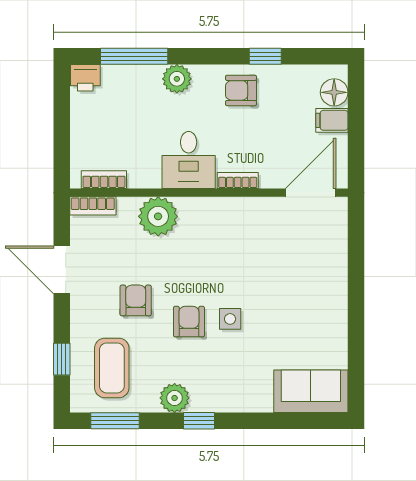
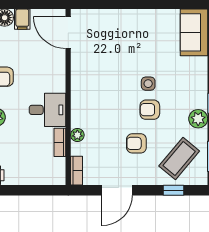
bookcase: (104, 180) -> (60, 142), moved
bookcase: (238, 180) -> (60, 79), removed
plant: (158, 216) -> (77, 135), width x0.53, depth x0.53
coffee table: (112, 368) -> (179, 158), turned -50

